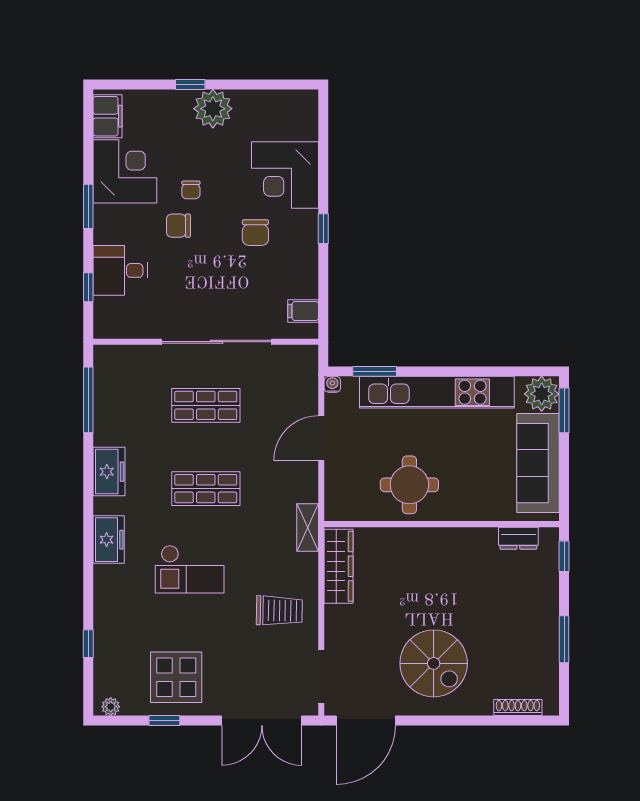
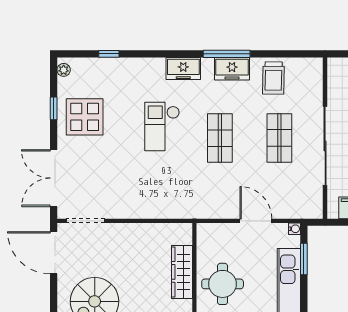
window: (88, 400) -> (227, 54), moved
shelving: (308, 528) -> (192, 211), removed
wardrobe: (339, 566) -> (182, 272), moved, turned 90
trolley: (279, 611) -> (273, 78), moved

